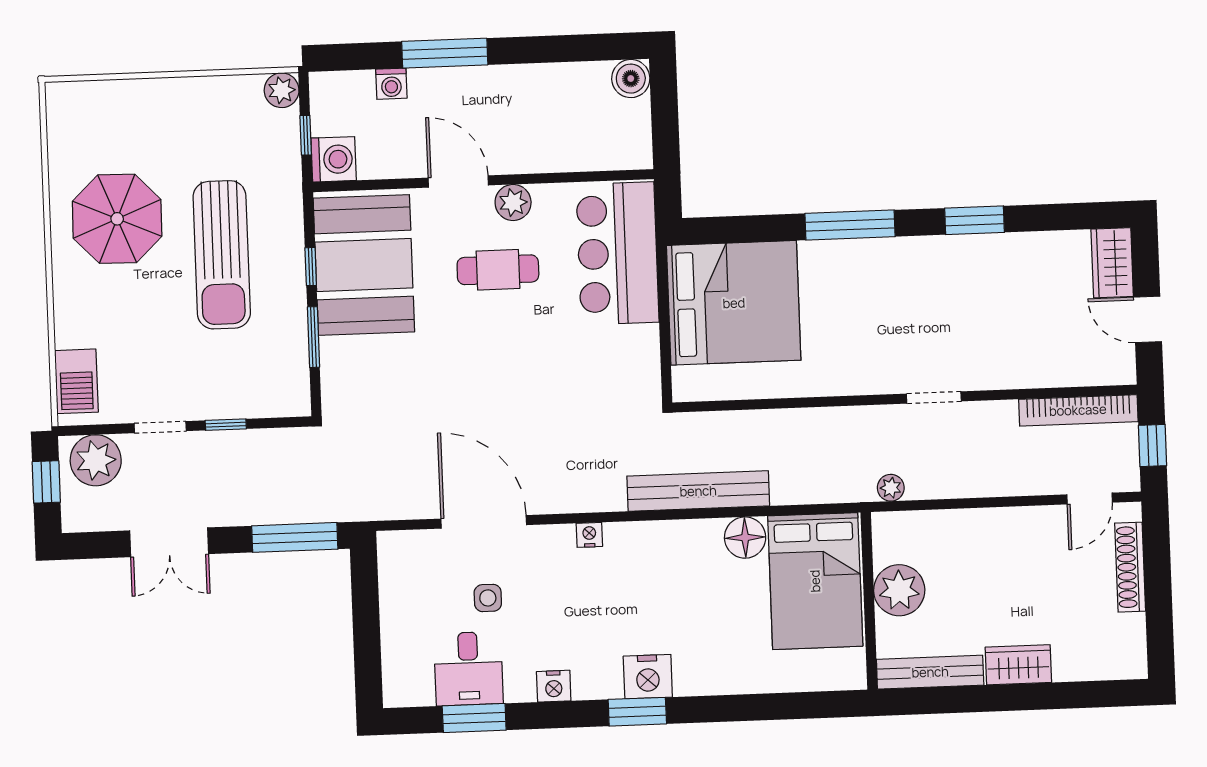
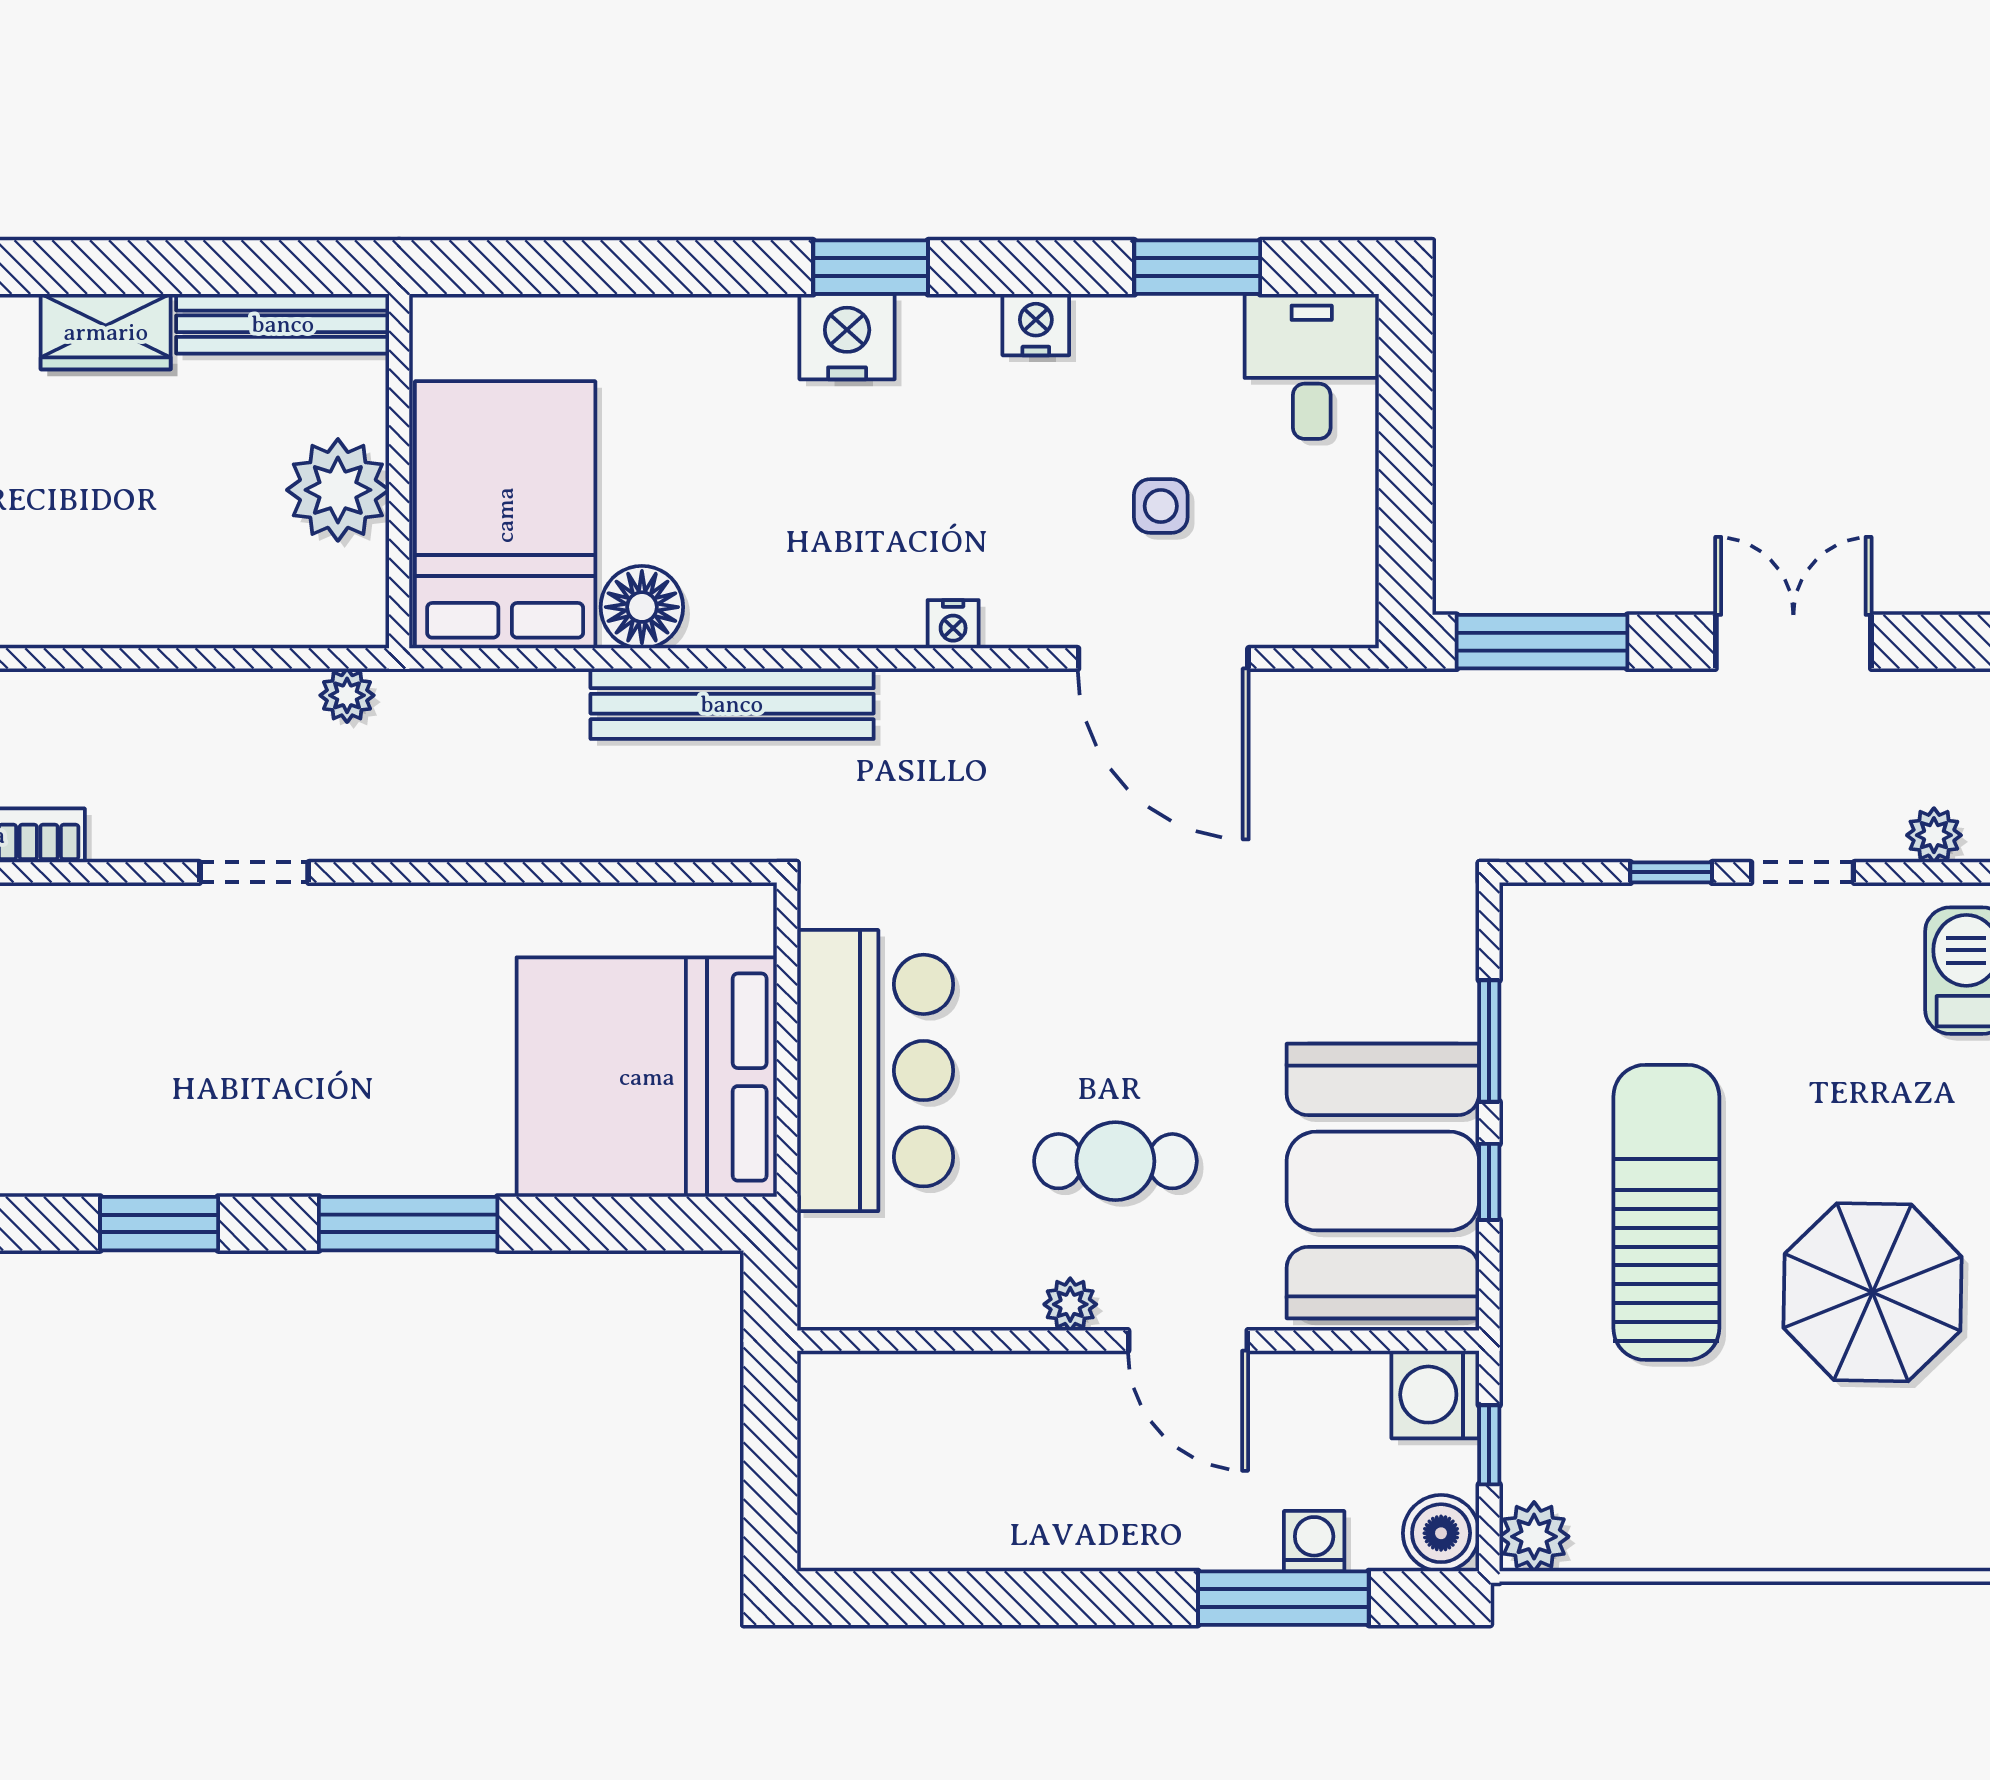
window: (445, 53) -> (1283, 1598), moved
boiler: (631, 79) -> (1441, 1533), moved
plant: (513, 202) -> (1070, 1304), width x0.73, depth x0.73
bar counter: (617, 253) -> (875, 1071), moved
plant: (96, 460) -> (1934, 835), width x0.53, depth x0.53
desk: (468, 669) -> (1312, 366), moved

